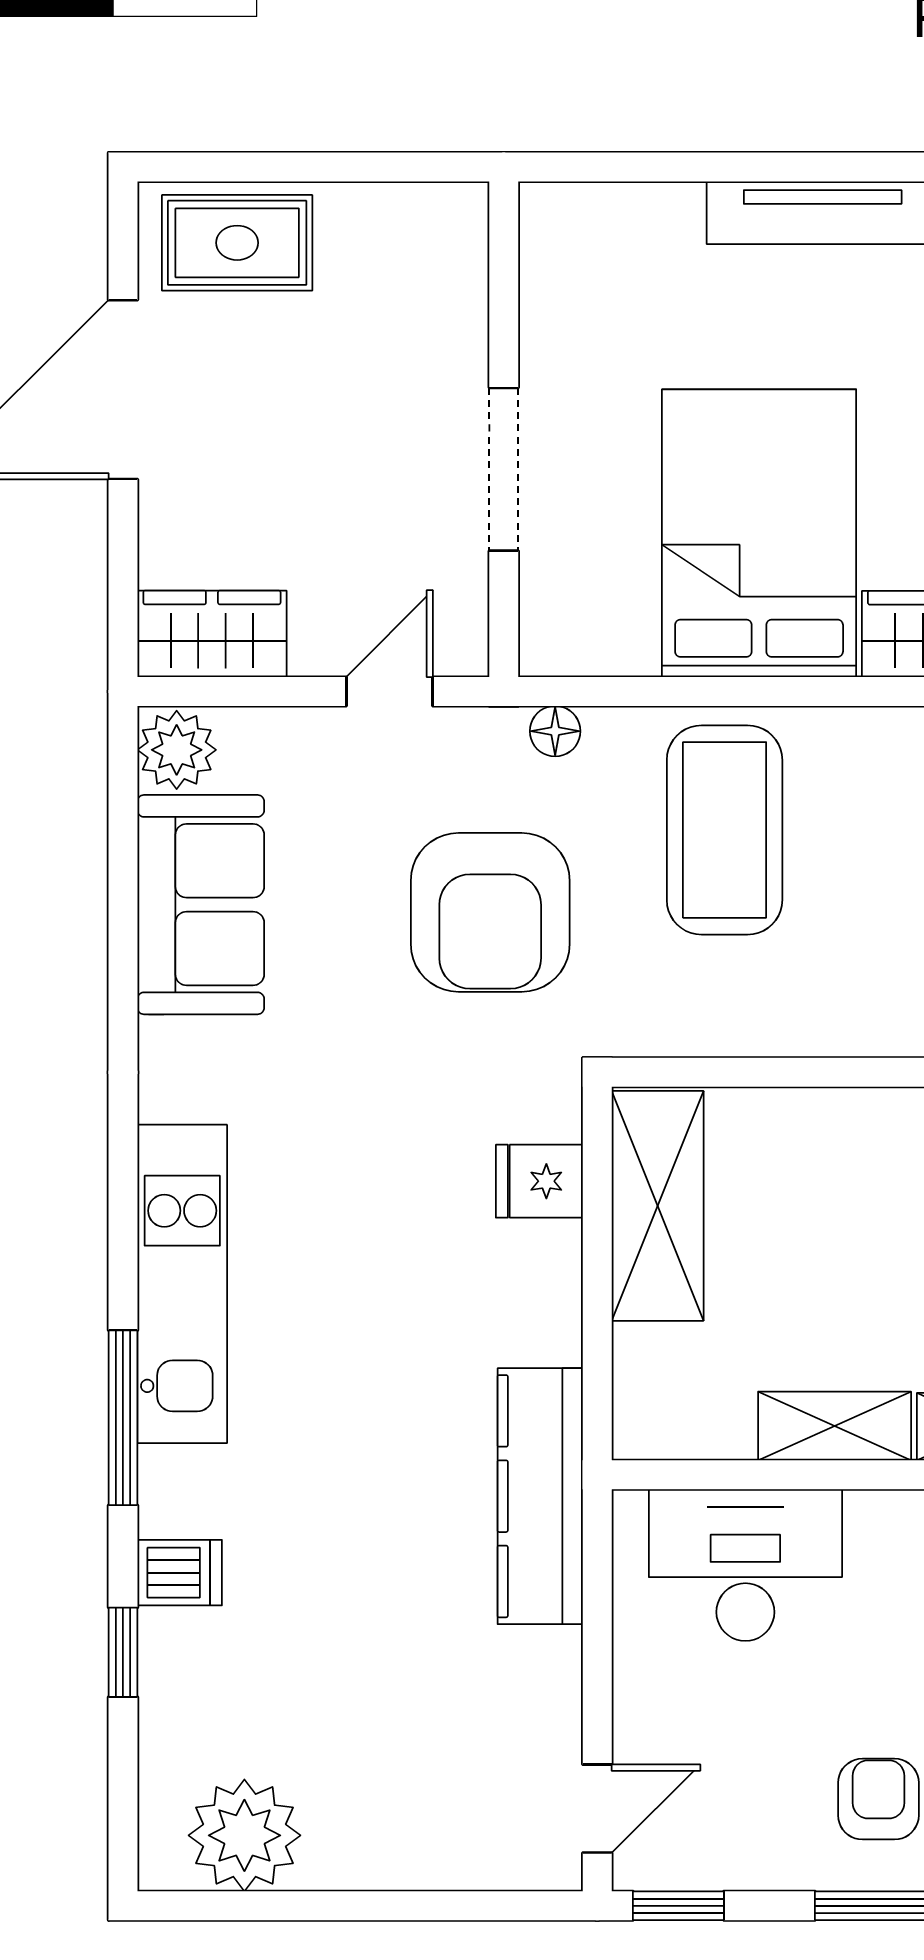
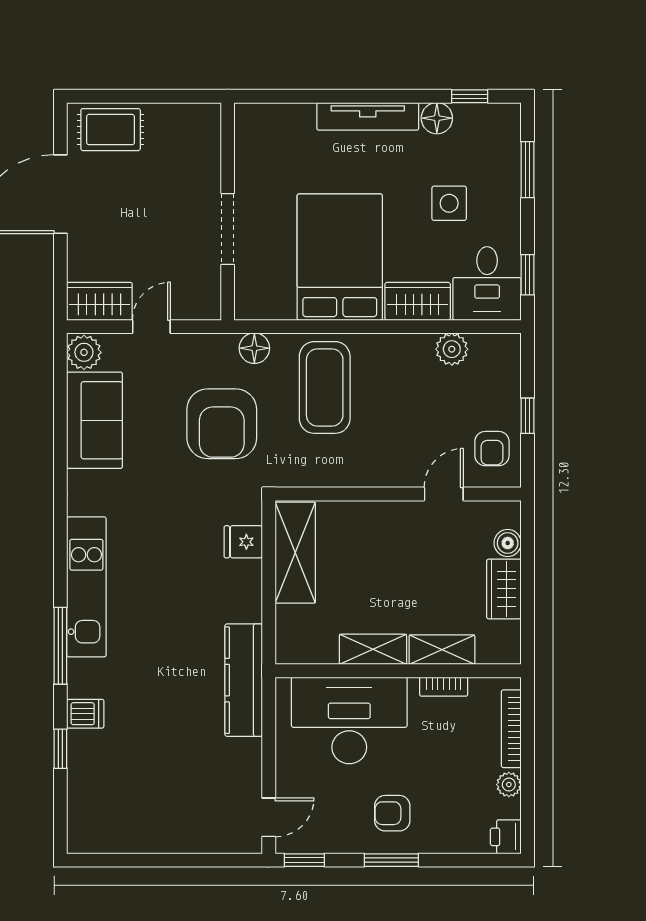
door: (390, 691) -> (151, 327), moved
floor lamp: (555, 731) -> (254, 348), width x1.37, depth x1.37
desk: (745, 1565) -> (349, 720), width x1.36, depth x1.30
armchair: (878, 1799) -> (392, 813), turned -90
plant: (244, 1835) -> (114, 829), removed

